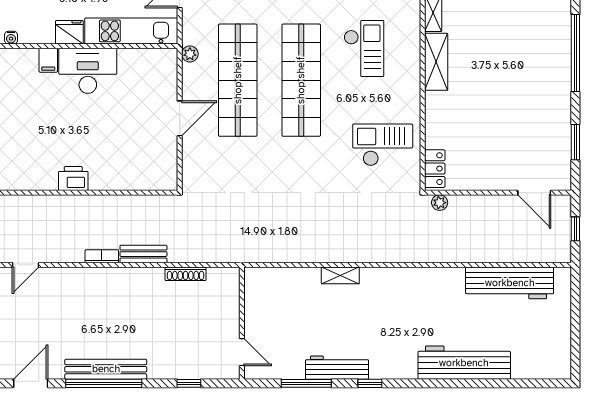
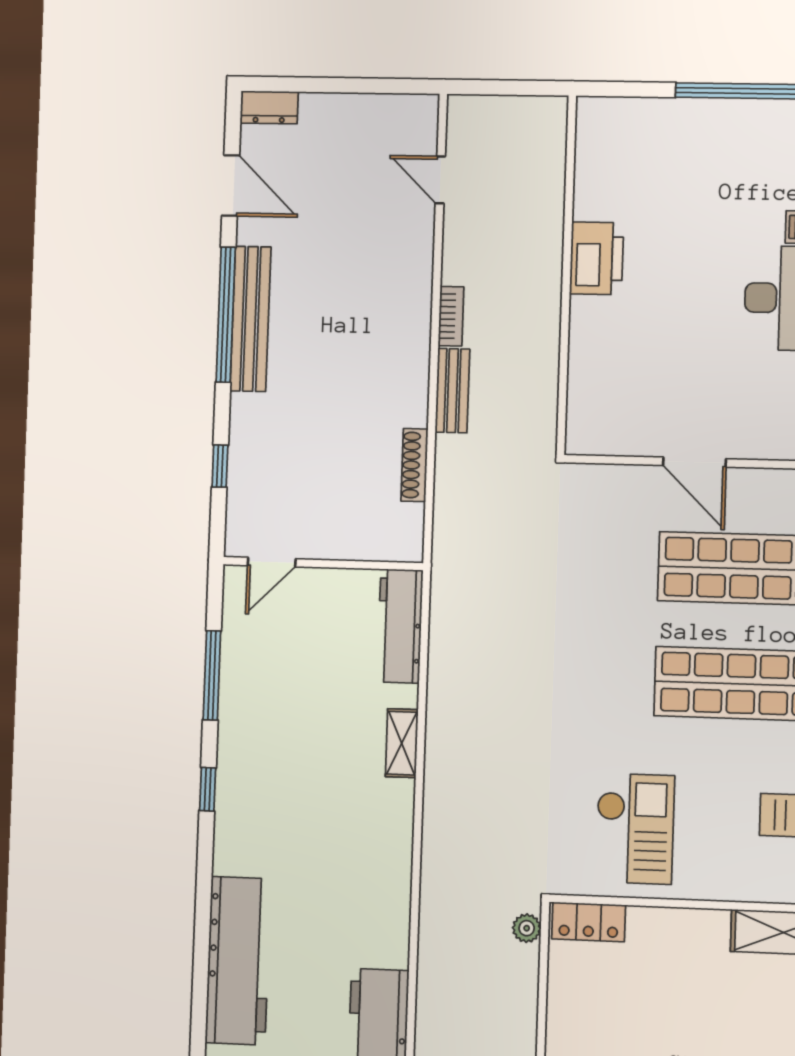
printer: (73, 179) -> (597, 258), width x1.37, depth x1.19
workbench: (337, 368) -> (400, 626), moved, turned 180

